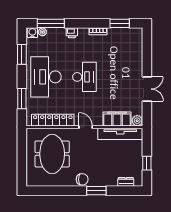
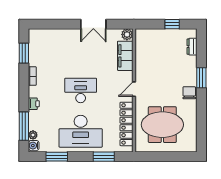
double door: (147, 89) -> (93, 24), swing flipped
tv unit: (120, 134) -> (141, 52), removed

